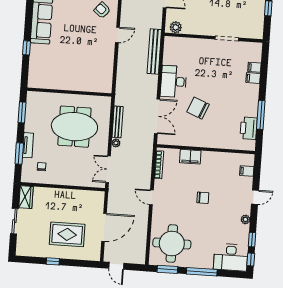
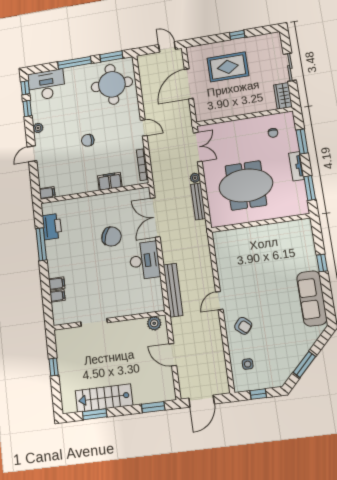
tv unit: (28, 145) -> (296, 166), moved
filing cabinet: (247, 171) -> (47, 193), moved

